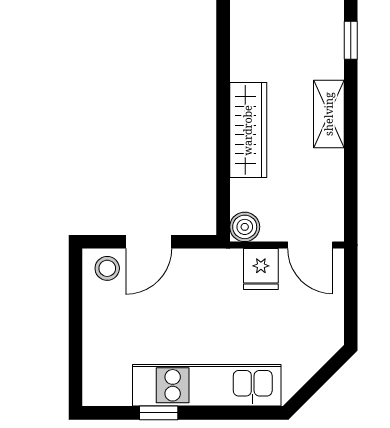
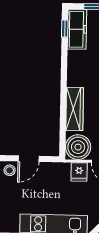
boiler: (245, 227) -> (78, 147), width x1.86, depth x1.86

